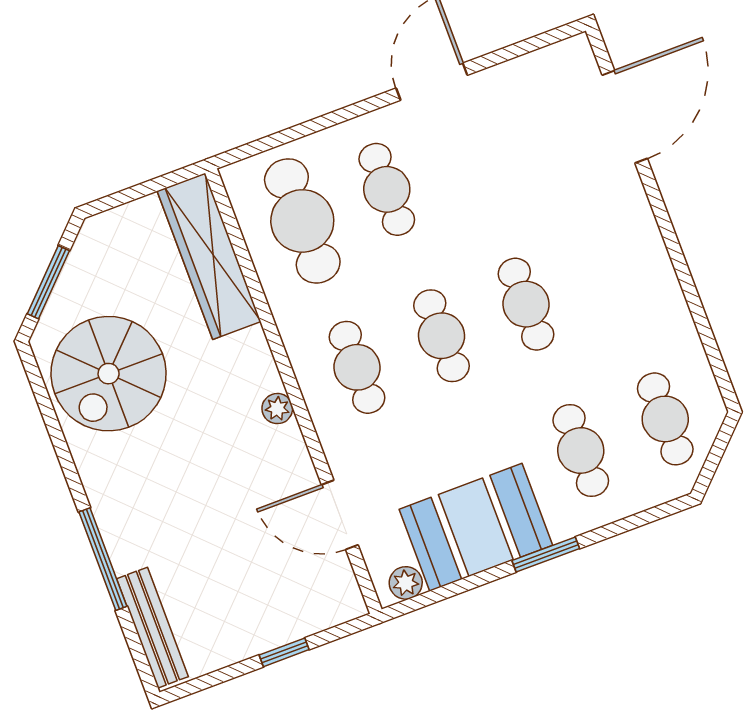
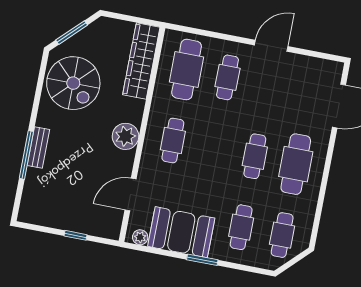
cafe table: (442, 336) -> (296, 164), moved, width x1.37, depth x1.35
spiral stairs: (109, 374) -> (73, 83), turned -90
plant: (277, 409) -> (125, 136), width x1.88, depth x1.88
door: (340, 515) -> (131, 195), hinge flipped
bench: (152, 628) -> (38, 148), moved, width x0.73

